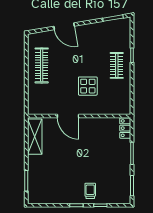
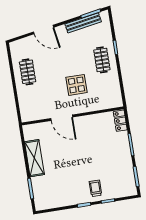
bench: (104, 26) -> (83, 23), added
clothes rail: (42, 65) -> (28, 72), width x0.73
shelving: (35, 137) -> (34, 158), moved

